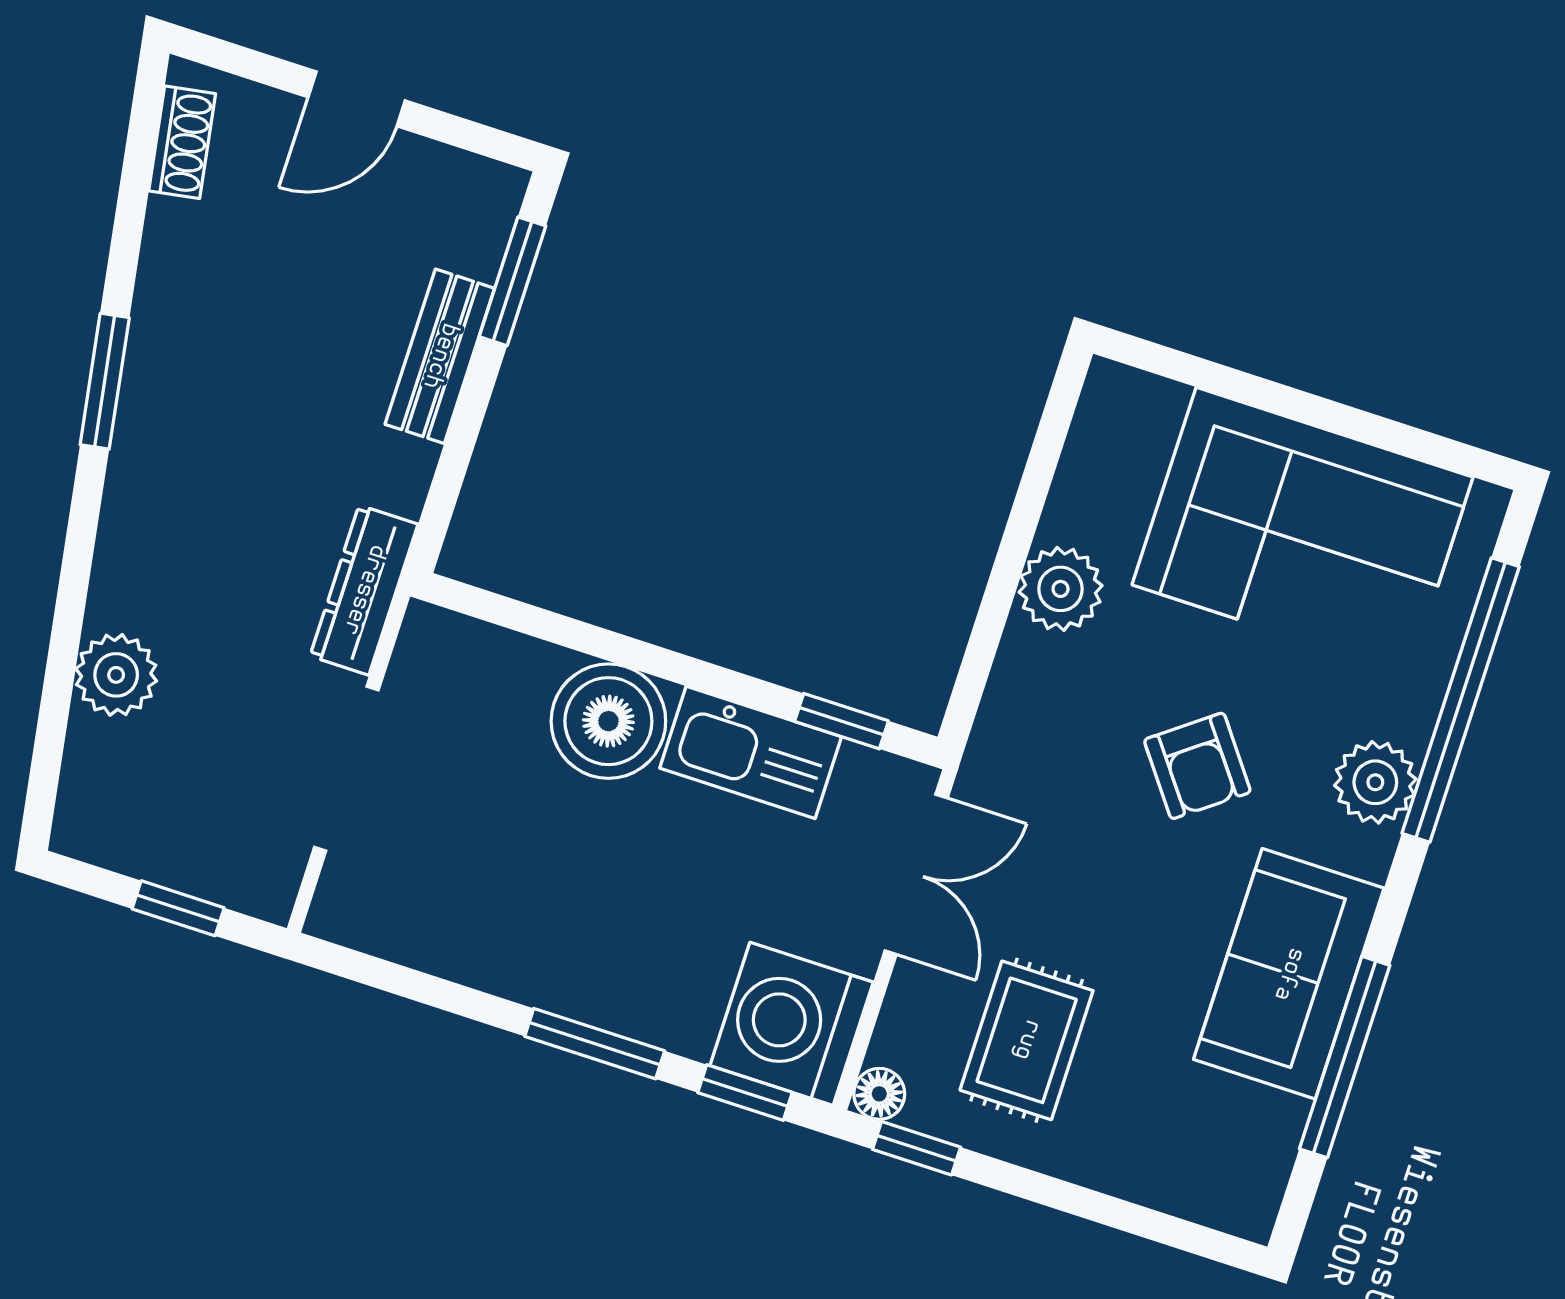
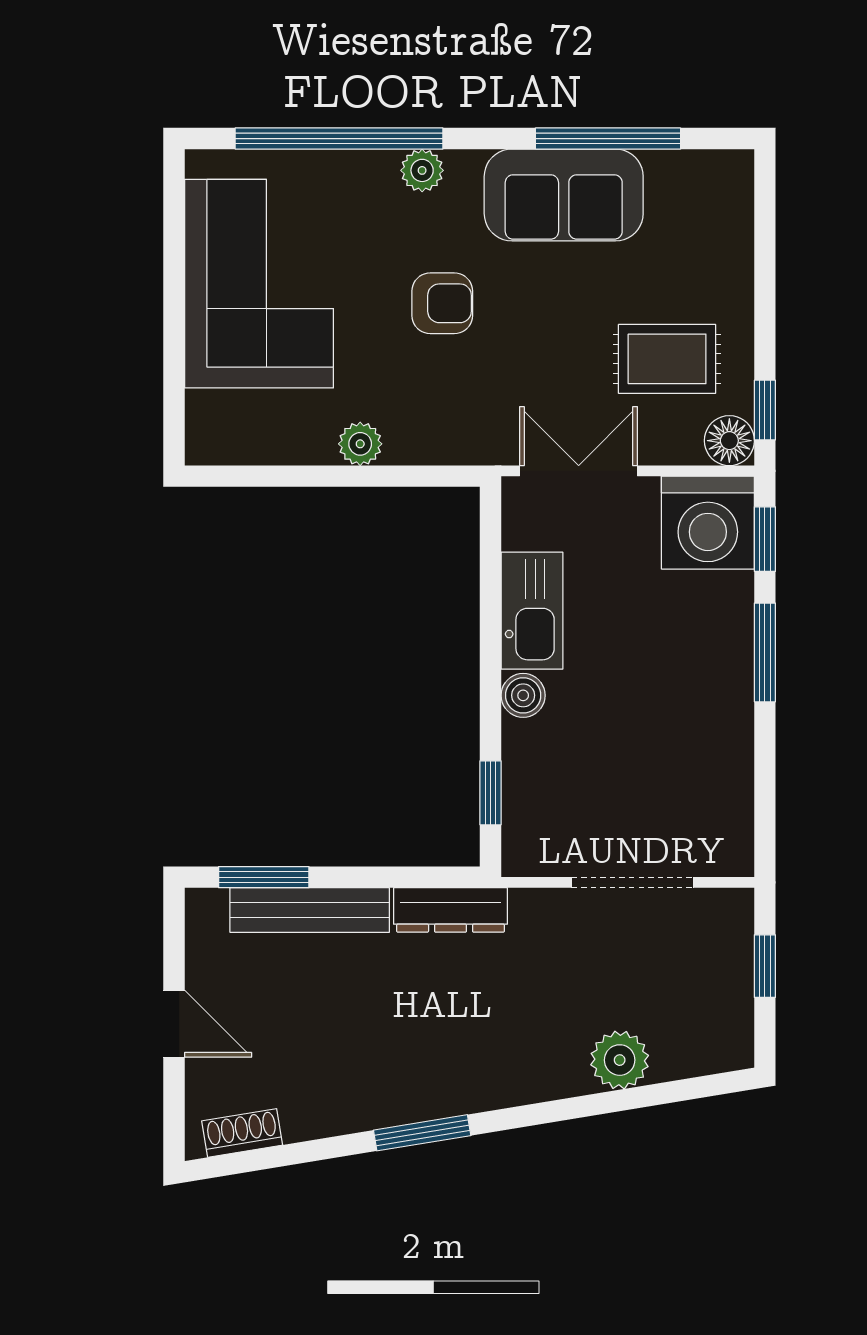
bench: (440, 356) -> (310, 910), width x1.36
plant: (1061, 589) -> (360, 444), width x0.73, depth x0.73
dresser: (364, 590) -> (451, 910), moved
boiler: (608, 721) -> (523, 695), width x0.54, depth x0.54
window: (842, 721) -> (491, 793), moved
armchair: (1197, 766) -> (442, 303), turned 37
plant: (1375, 782) -> (422, 170), width x0.73, depth x0.73
floor lamp: (879, 1094) -> (729, 441), width x1.37, depth x1.37

